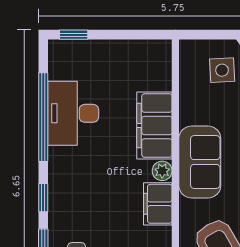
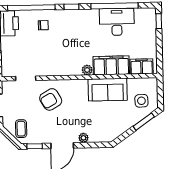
sofa: (200, 162) -> (108, 90), moved
filing cabinet: (158, 204) -> (142, 66), moved

